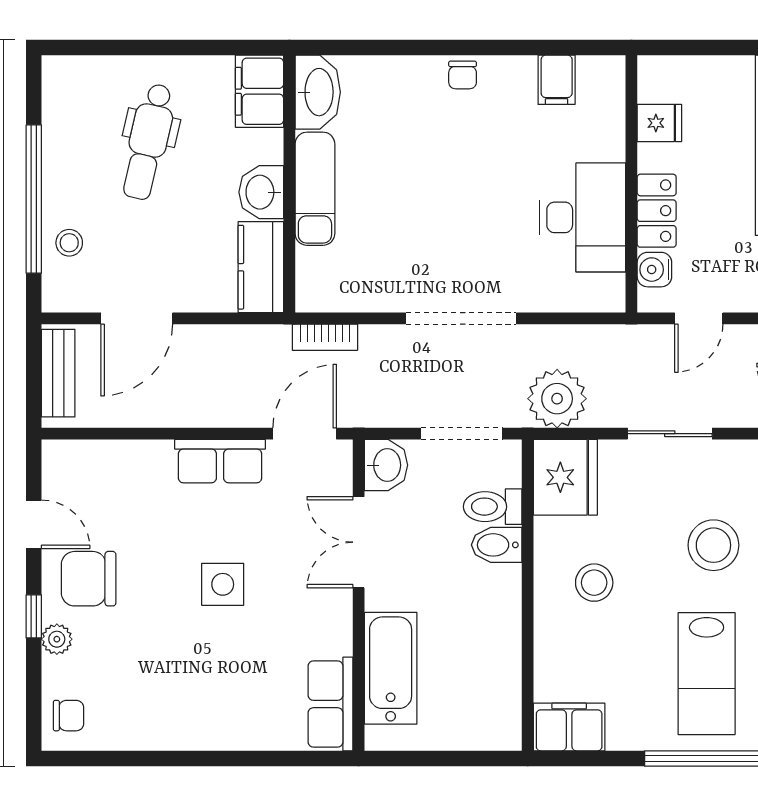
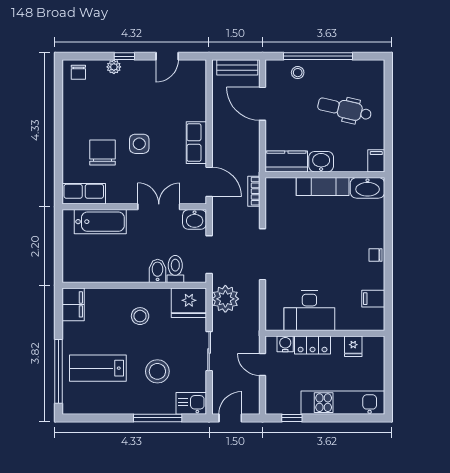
filing cabinet: (260, 91) -> (376, 161), width x0.50
chair: (89, 579) -> (103, 152), moved

